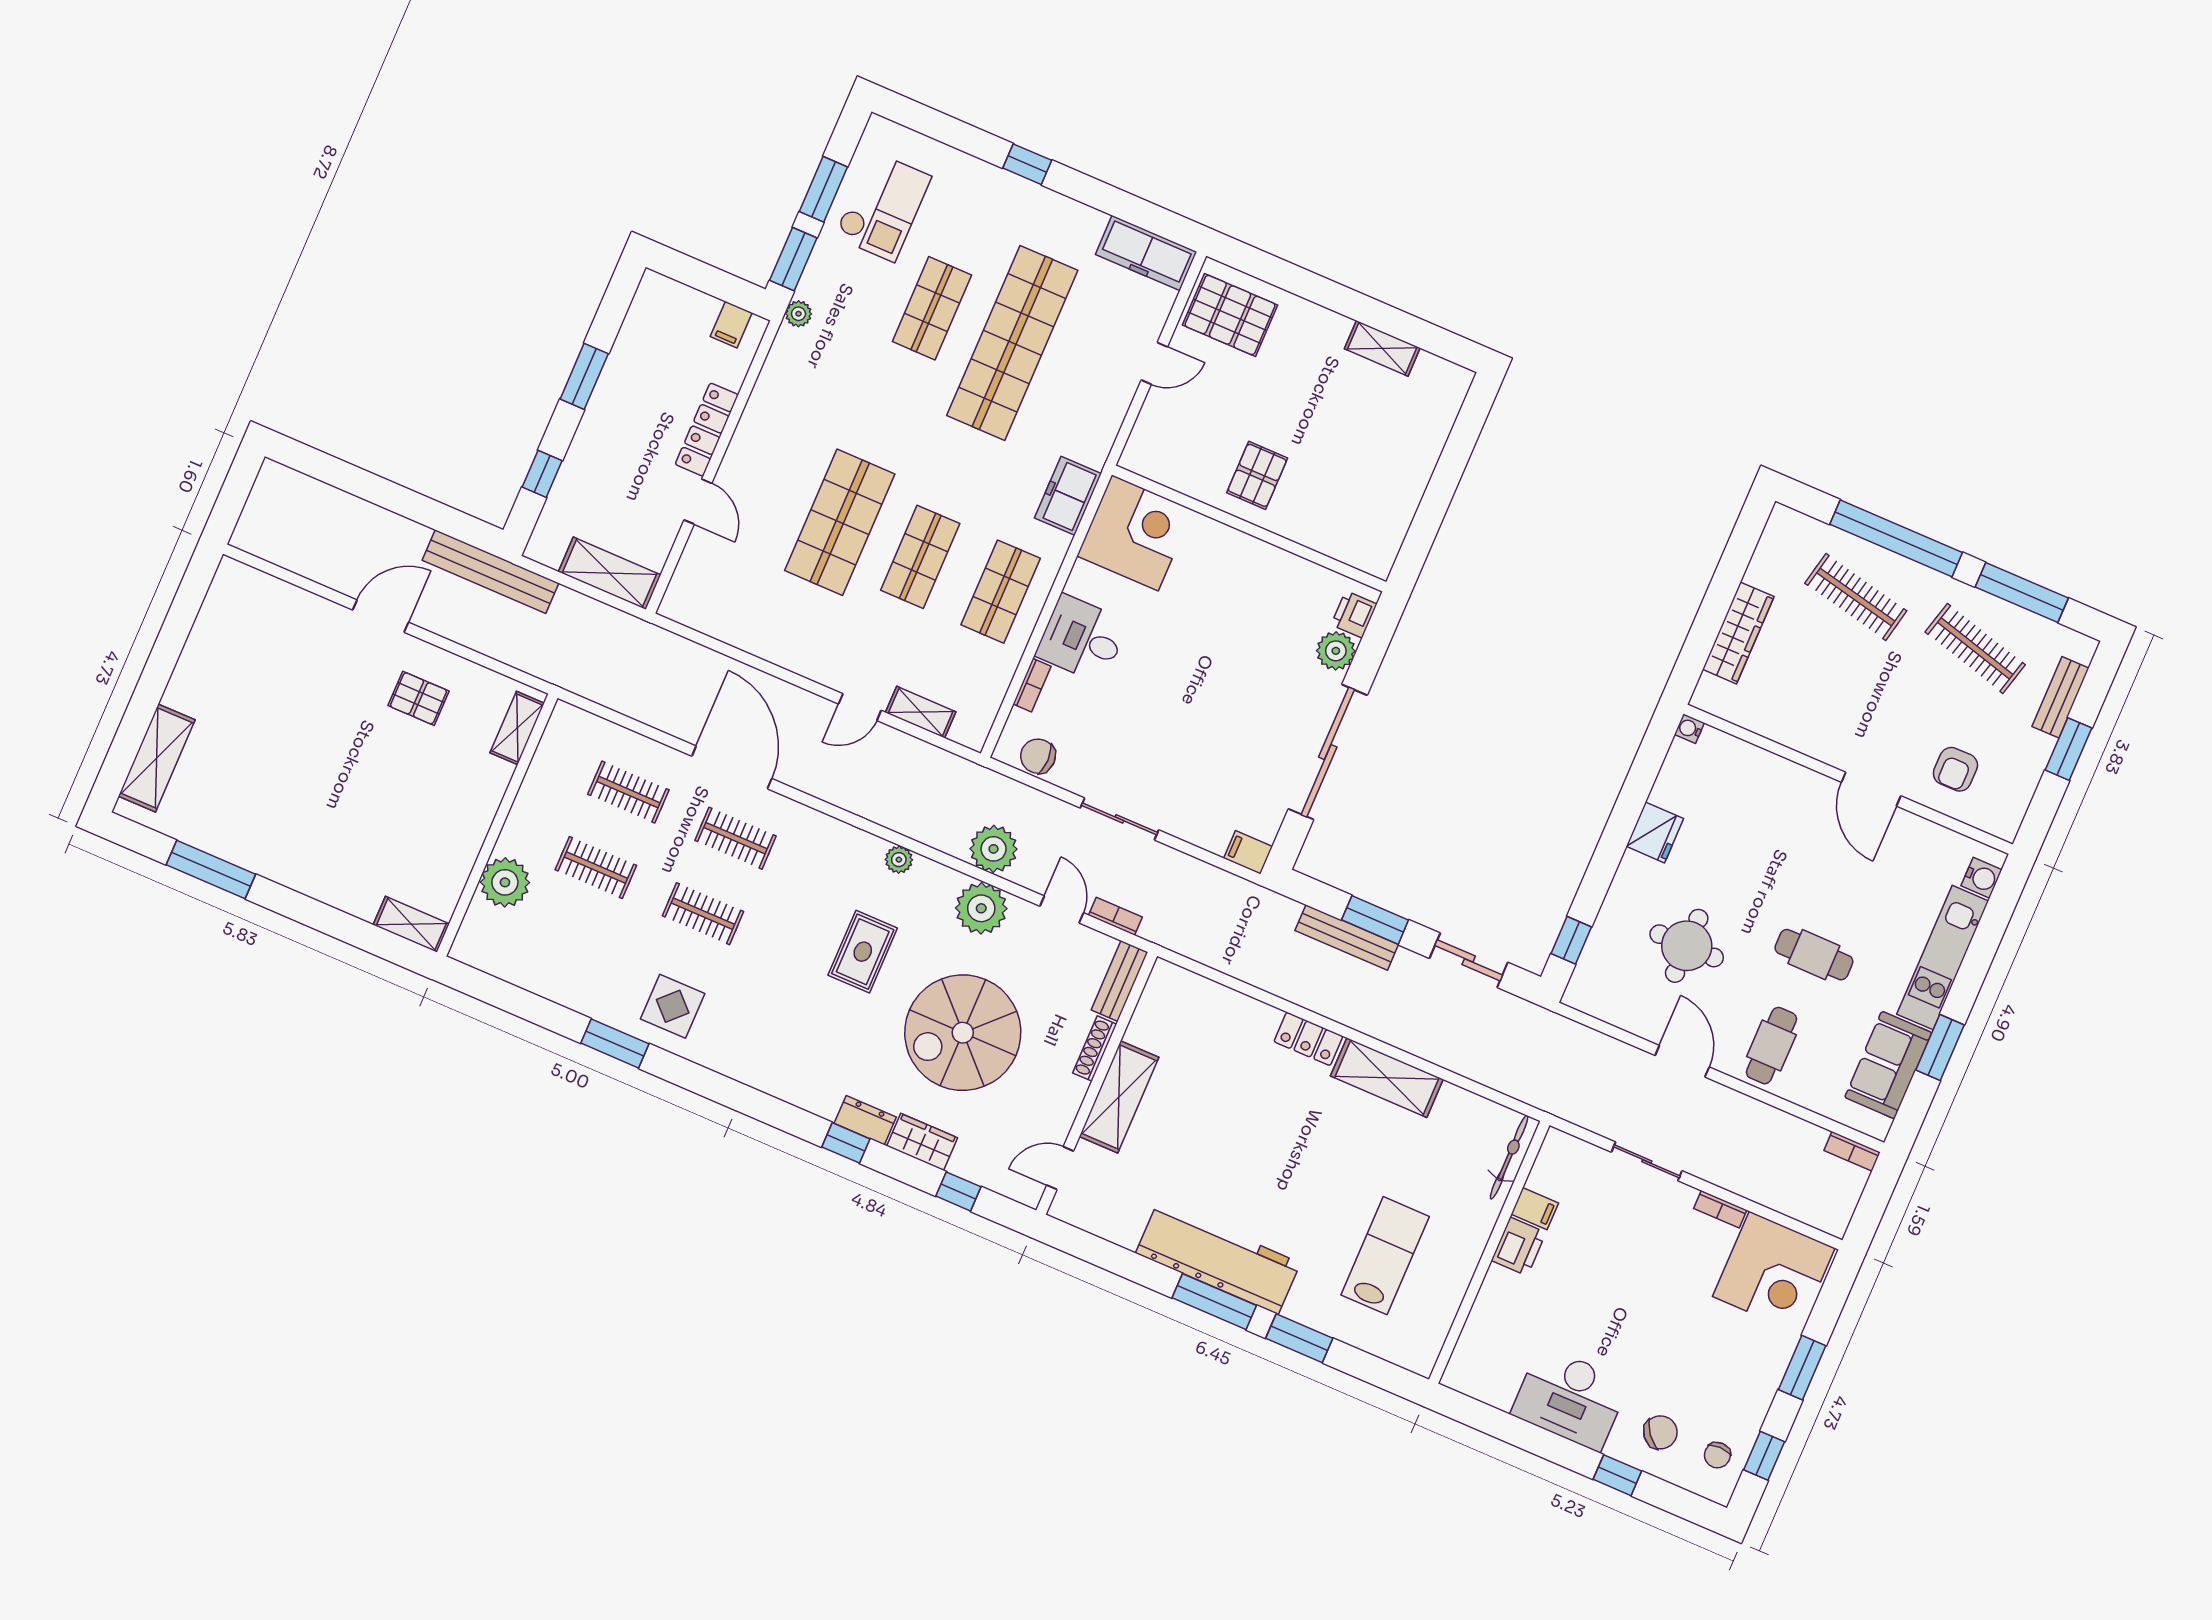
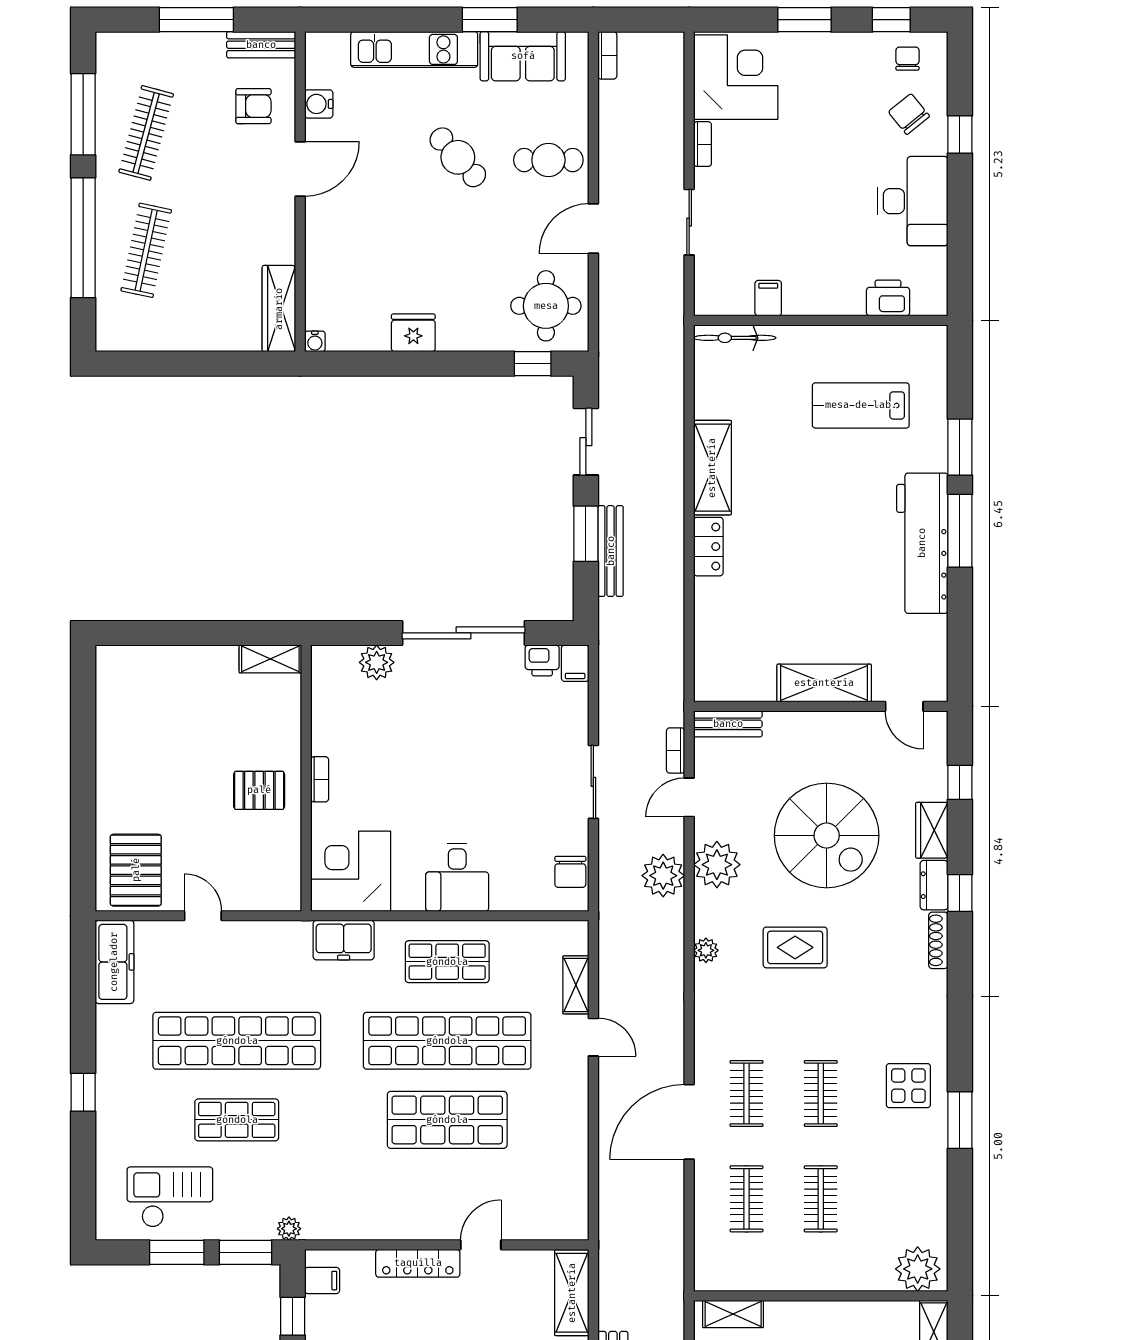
window: (708, 279) -> (293, 1316), added
shelving: (1382, 348) -> (270, 659), moved, turned 90
shop shelf: (920, 557) -> (447, 1041), width x2.00, depth x1.36
printer: (1354, 614) -> (542, 660), moved
wardrobe: (1738, 633) -> (279, 309), moved, turned -90
bookcase: (1032, 685) -> (320, 779), moved, turned 90
bench: (2060, 697) -> (261, 45), moved
window: (2068, 749) -> (196, 20), width x1.44
water cooler: (1982, 878) -> (319, 104), moved, turned -90
plant: (505, 882) -> (918, 1269), moved
round table: (1687, 946) -> (546, 306), moved
cafe table: (1814, 955) -> (458, 157), turned -42
shoe rack: (1095, 1049) -> (938, 940), moved, turned 90
printer: (1519, 1246) -> (888, 298), moved
chair: (1717, 1455) -> (907, 59), turned -90

